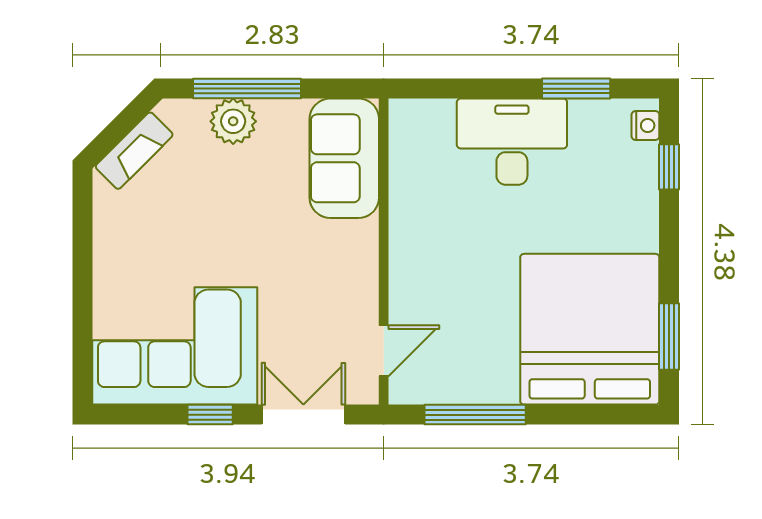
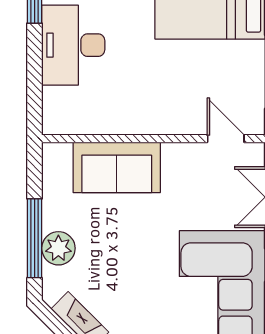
sofa: (344, 158) -> (117, 167), moved

